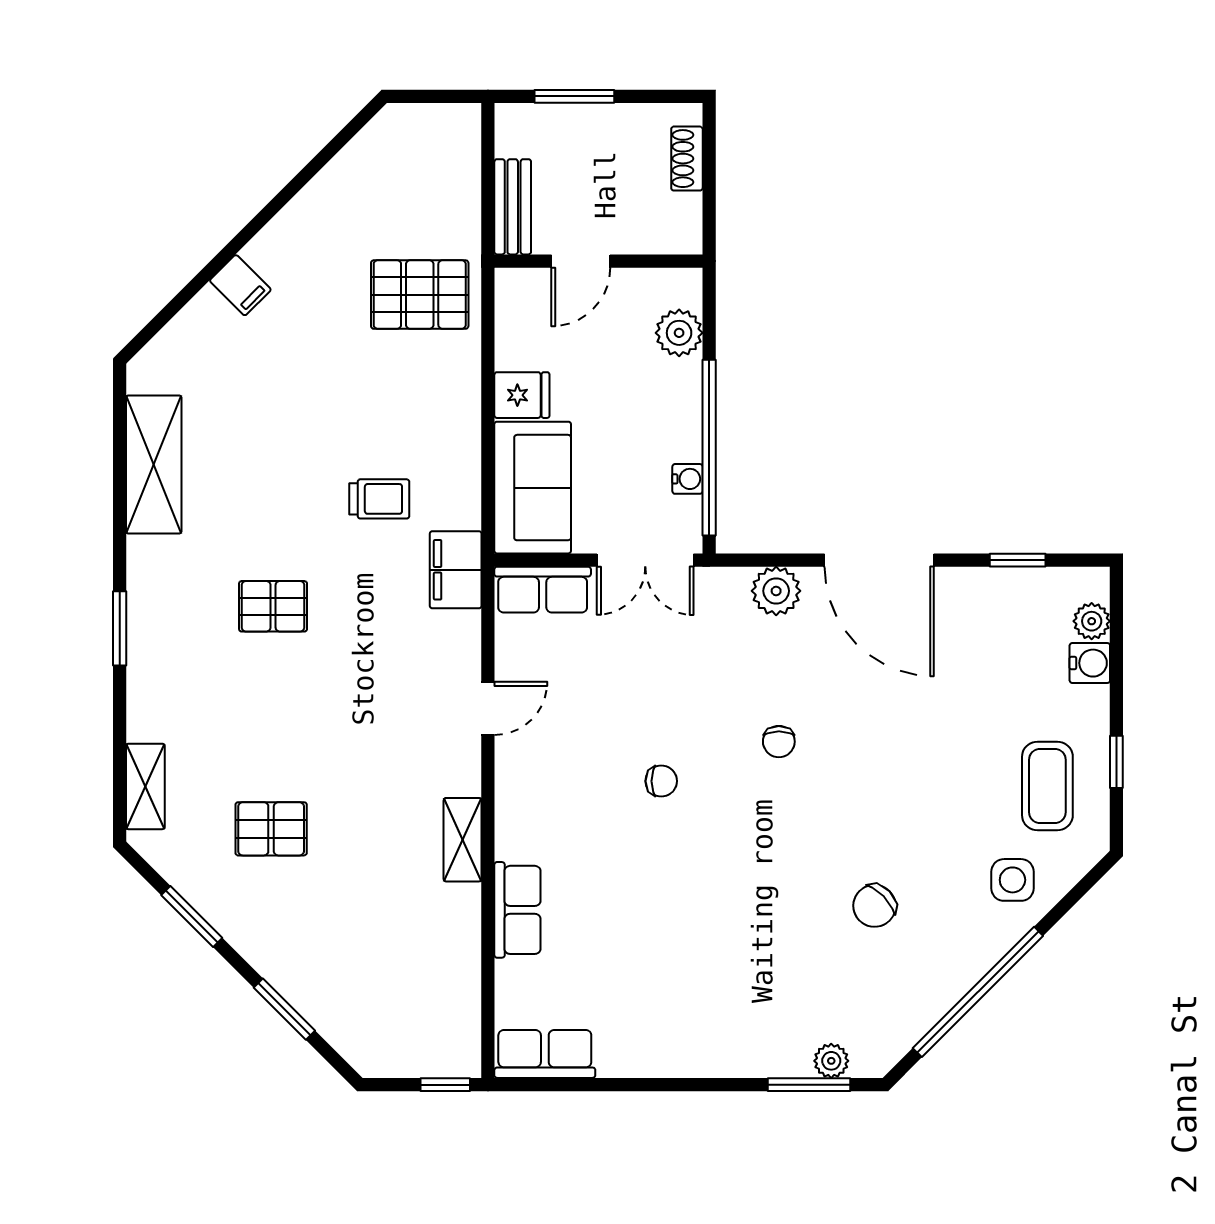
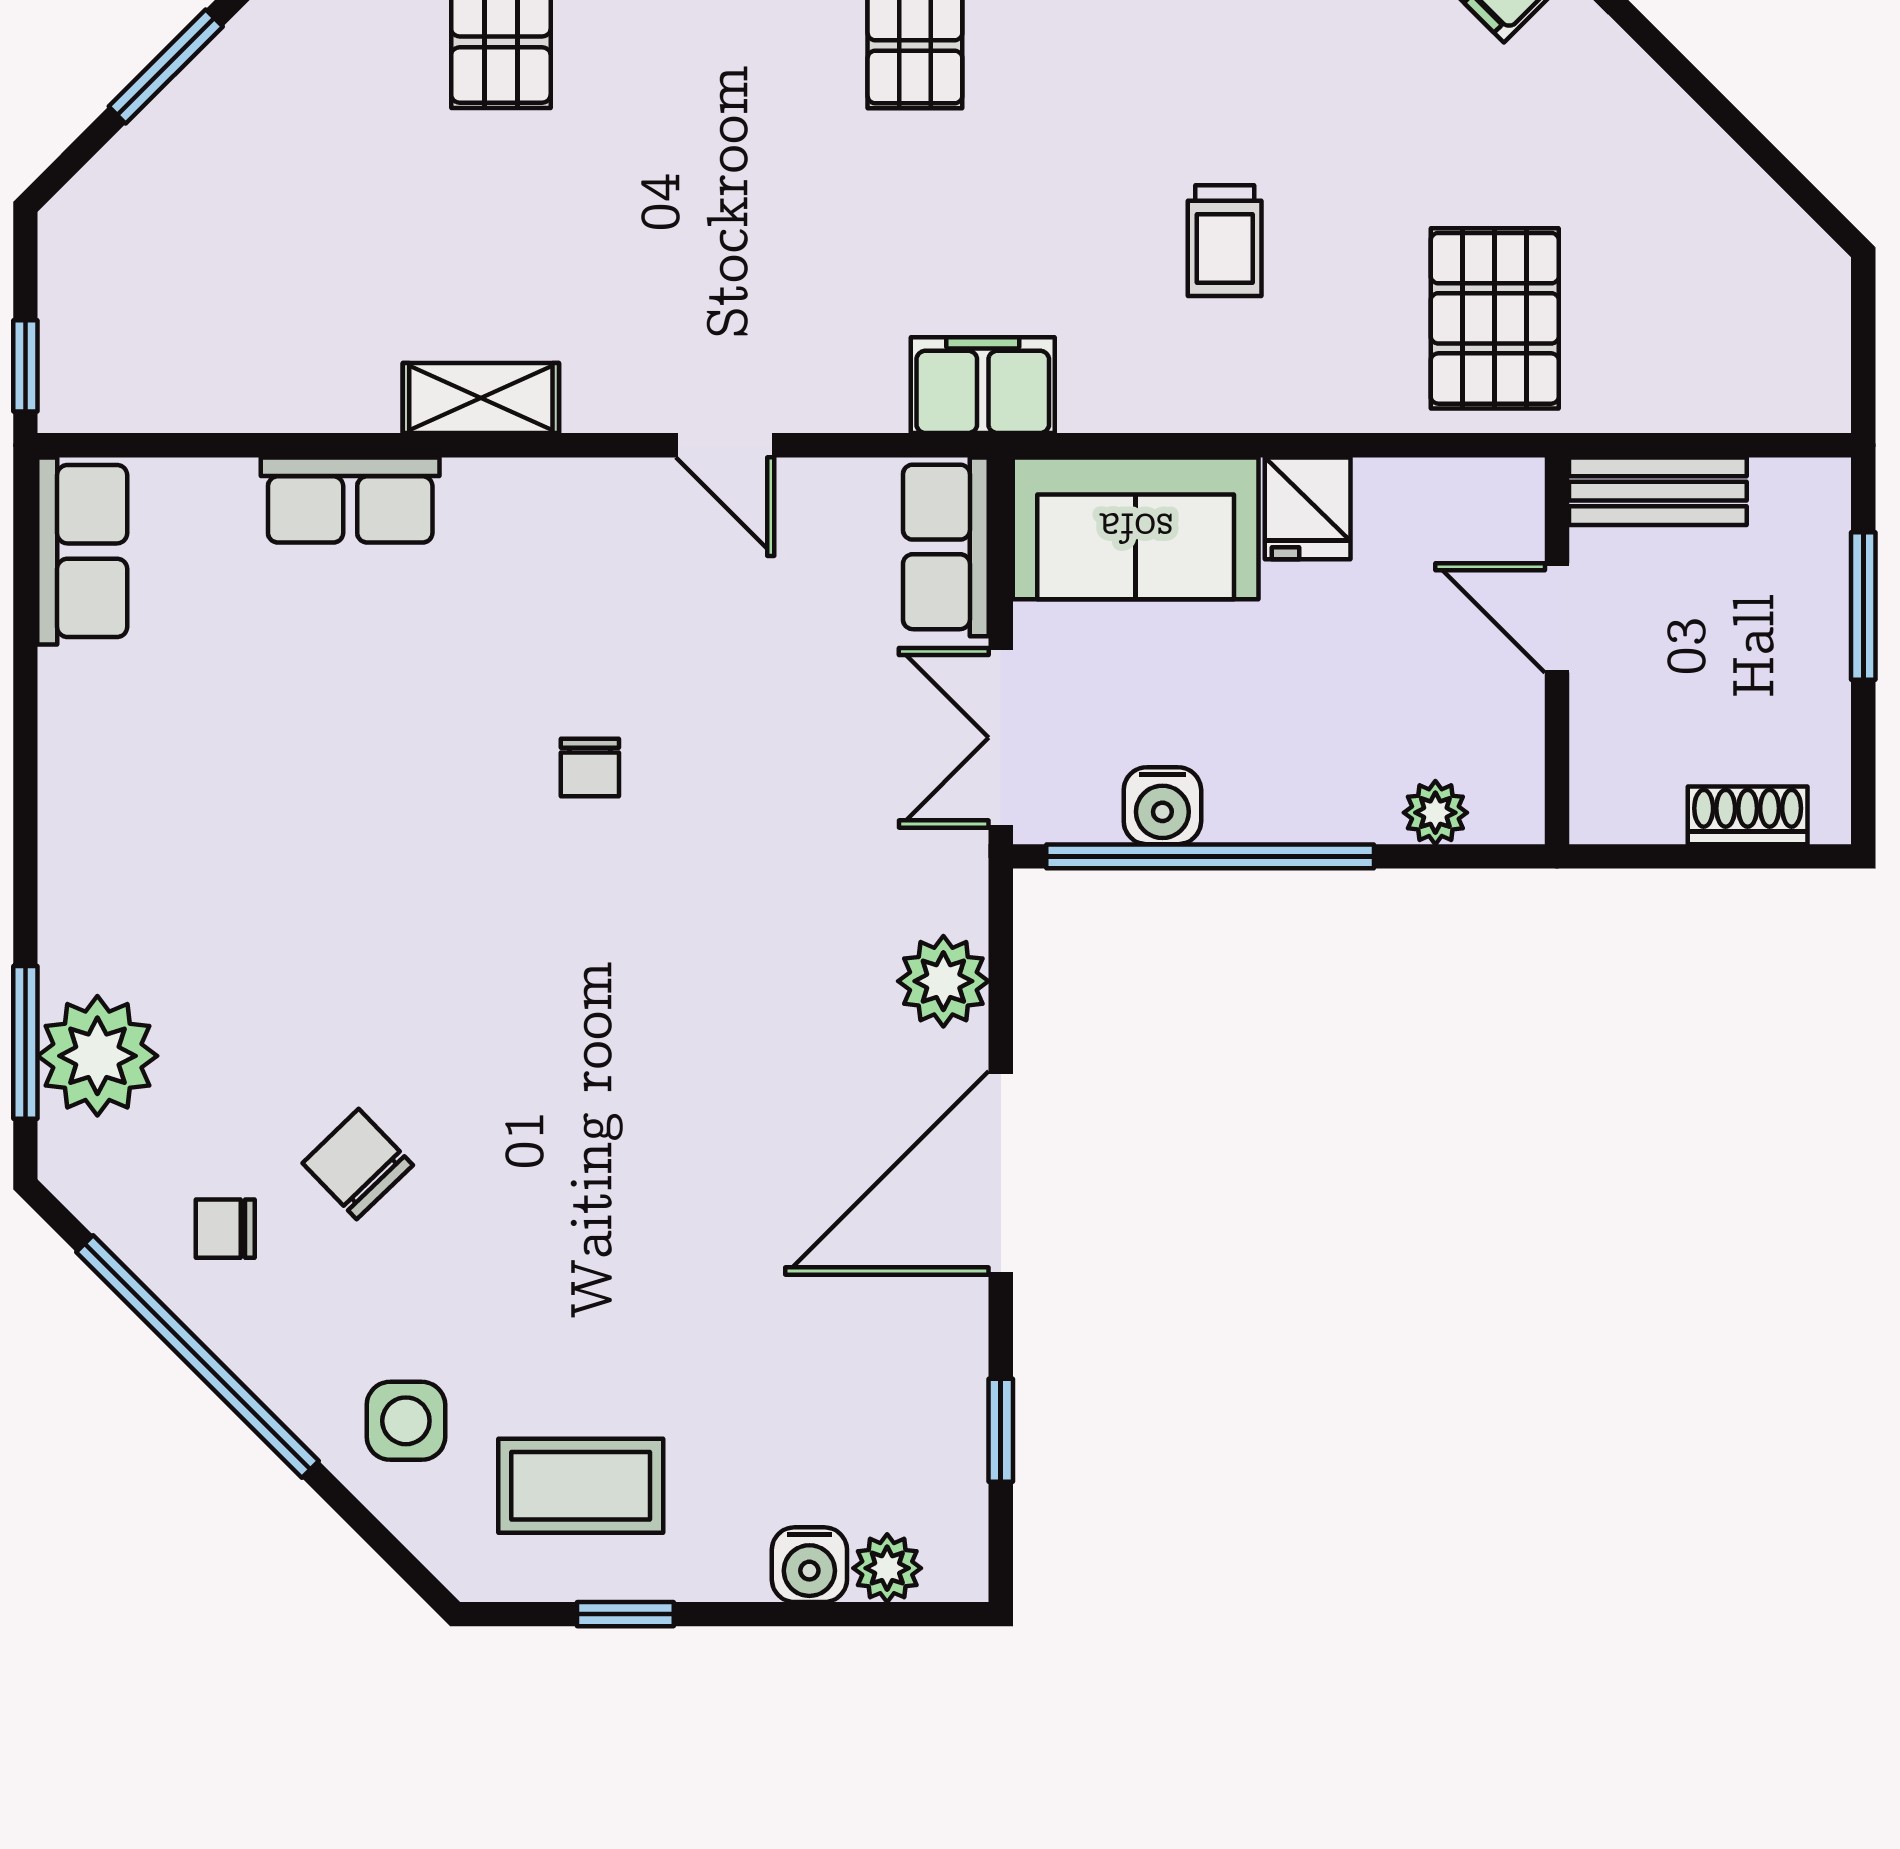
plant: (679, 333) -> (1435, 813), width x0.73, depth x0.73
water cooler: (687, 479) -> (1162, 806), width x1.38, depth x1.38
trolley: (379, 499) -> (1225, 241), moved
chair: (779, 742) -> (225, 1229), moved
plant: (831, 1061) -> (97, 1056), width x1.87, depth x1.87

